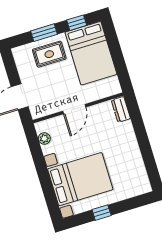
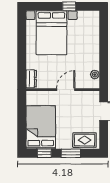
rug: (49, 54) -> (85, 140), moved
bed with nightstands: (80, 179) -> (51, 33), moved, turned -90

